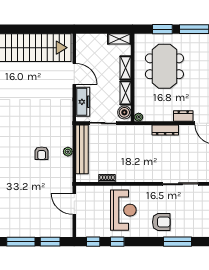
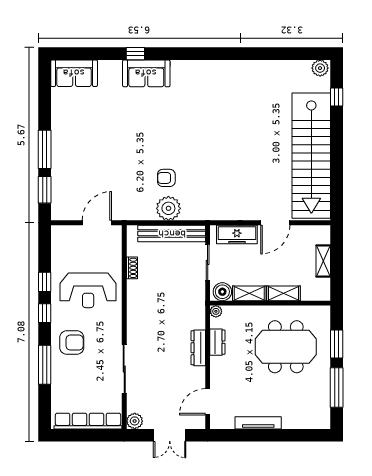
shelving: (119, 39) -> (323, 261), moved
dresser: (183, 116) -> (217, 342), moved
plant: (68, 152) -> (168, 208), width x1.88, depth x1.88
armchair: (161, 222) -> (72, 343), turned -90
window: (93, 242) -> (45, 313), moved

